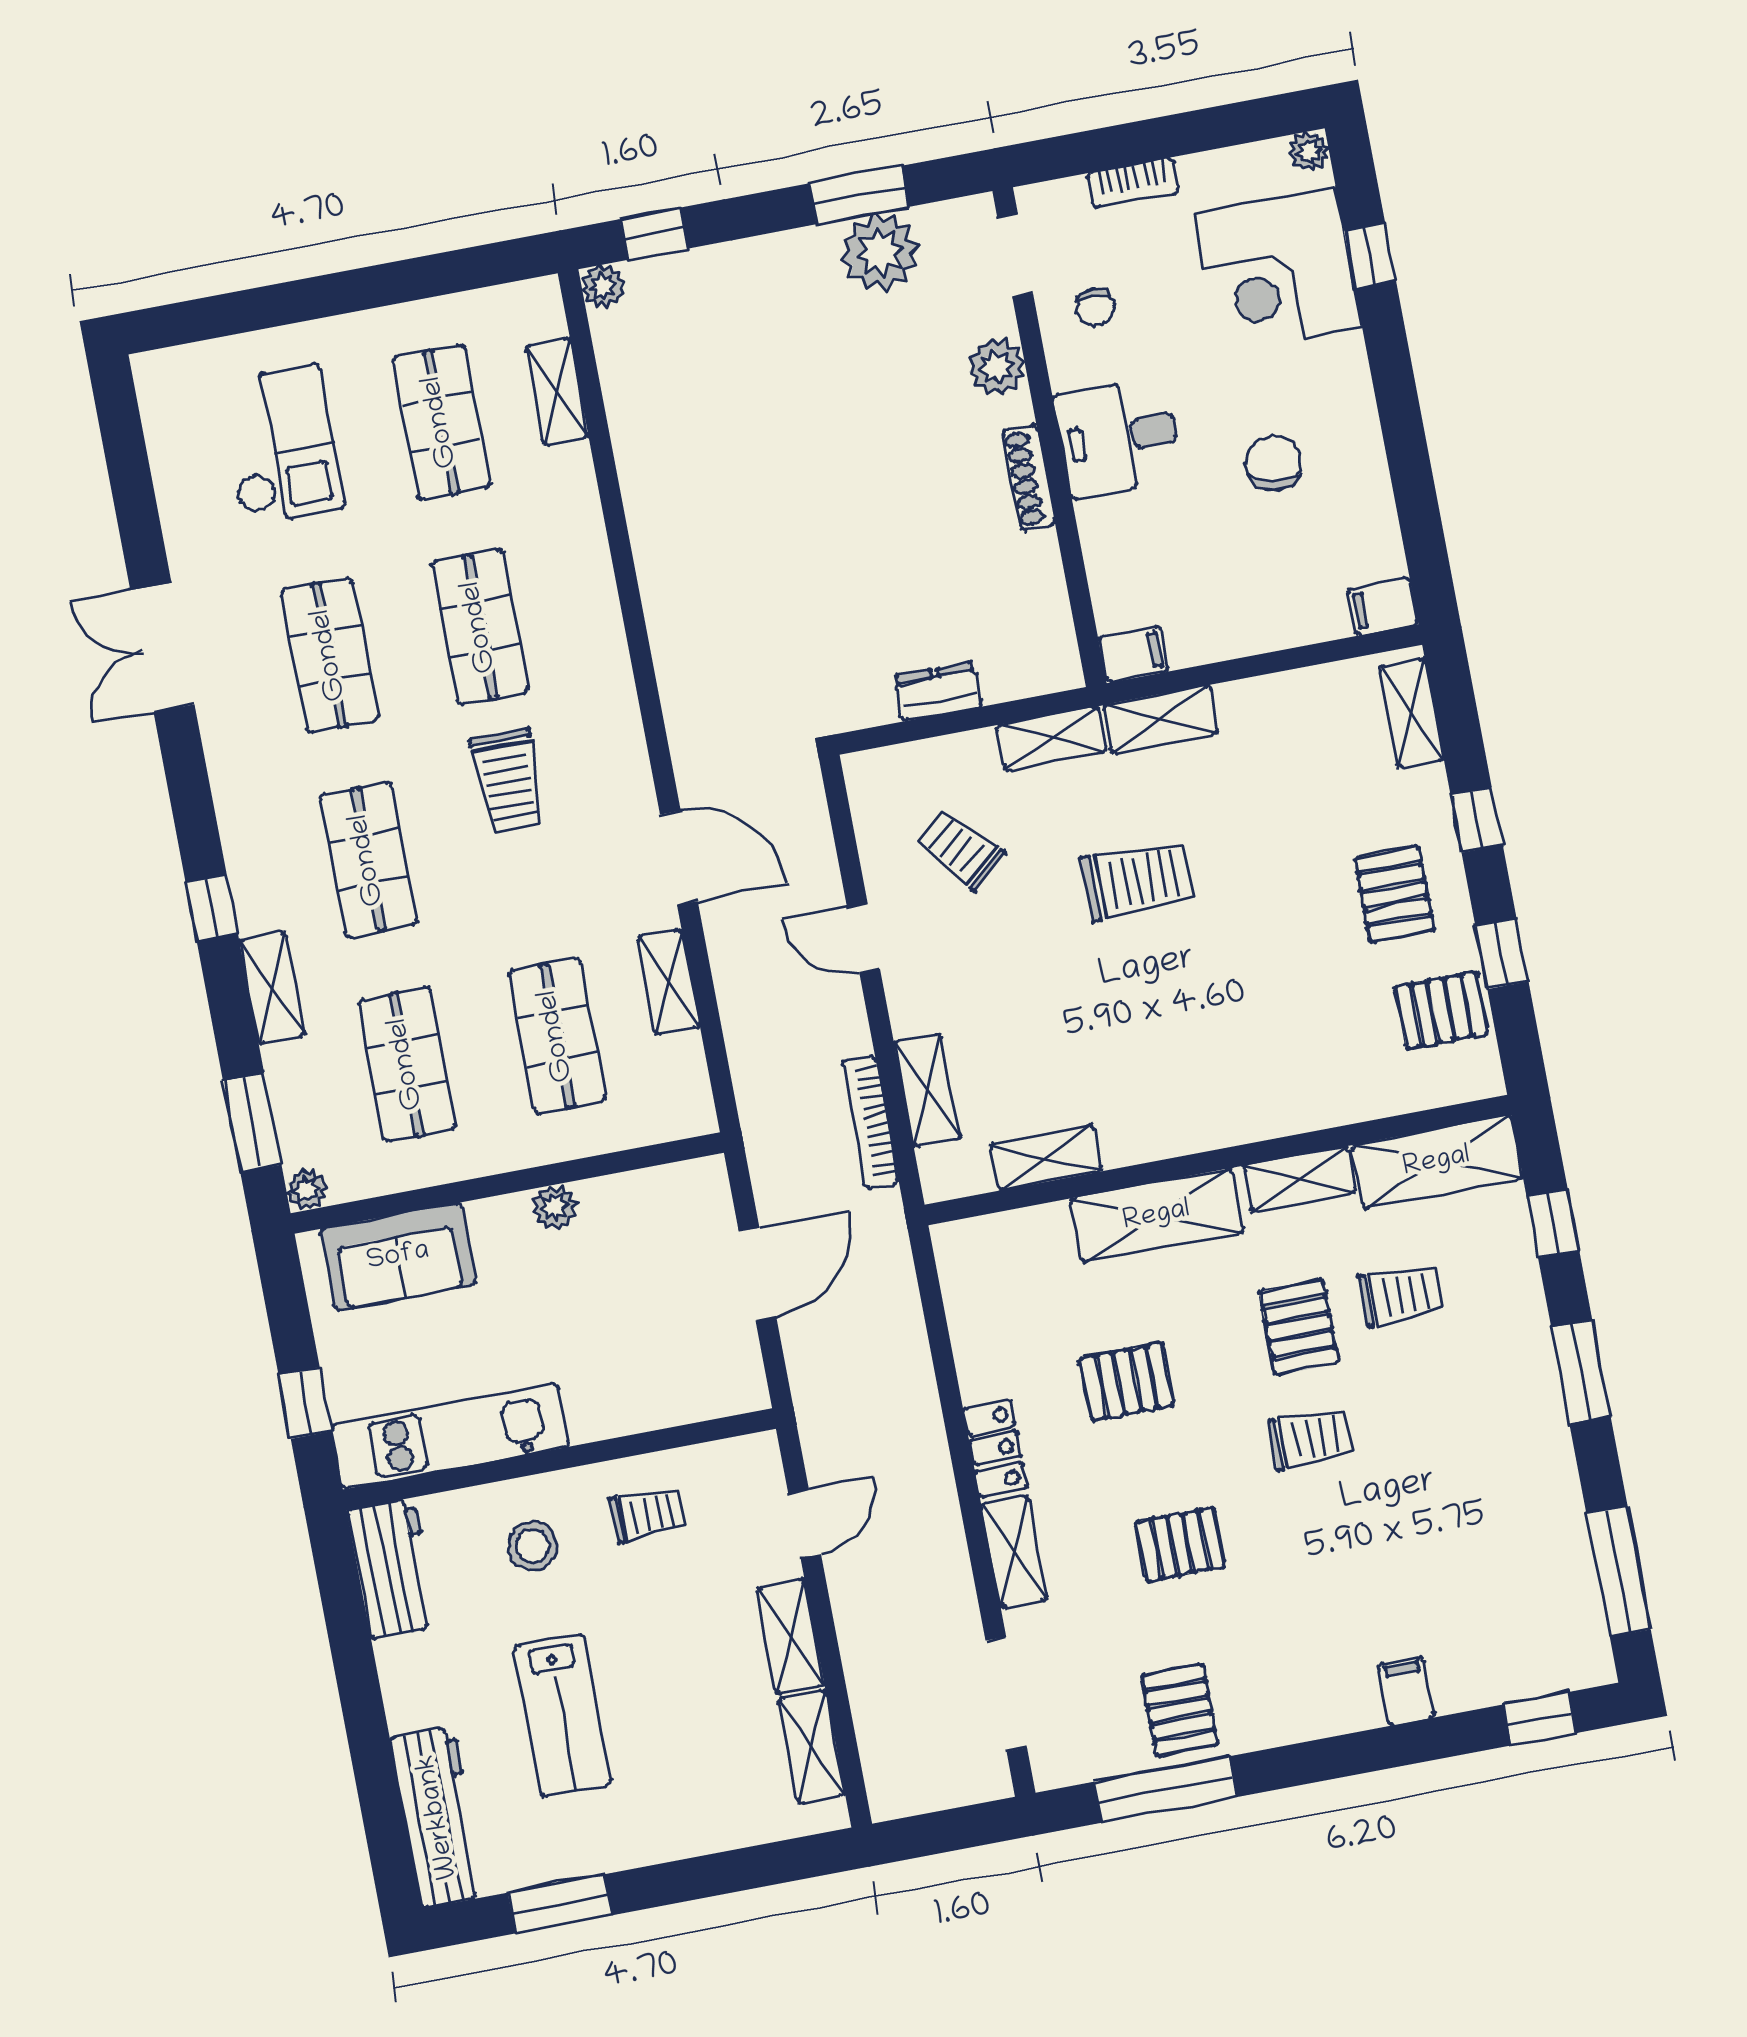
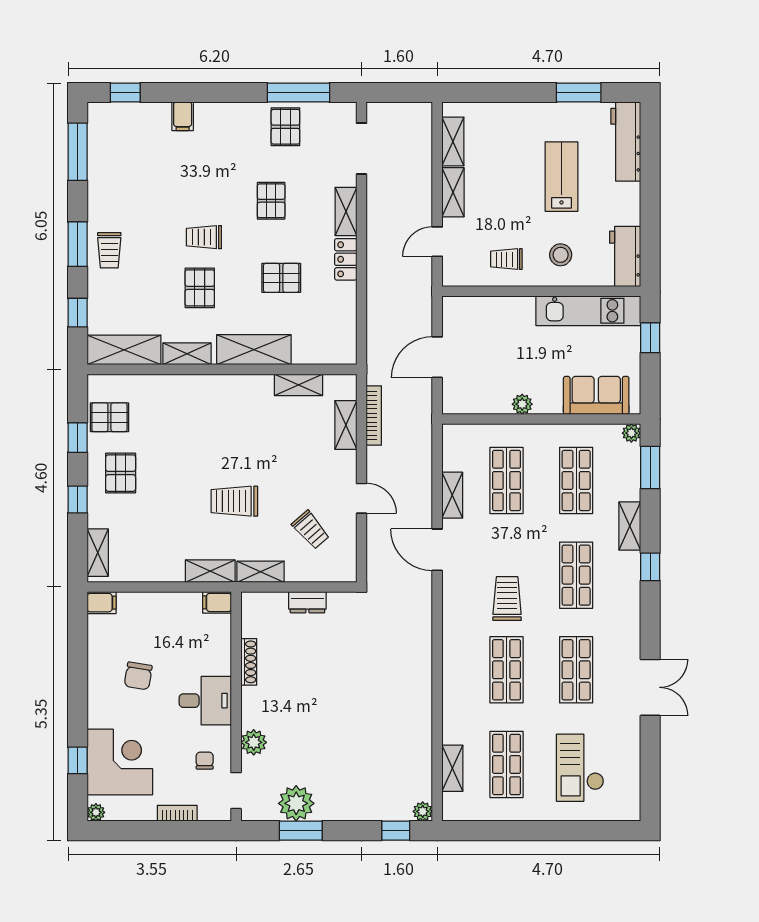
shoe rack: (1029, 478) -> (249, 662), moved
trolley: (1401, 1295) -> (109, 250), moved, turned -90
pallet: (1180, 1544) -> (271, 201), turned 90

